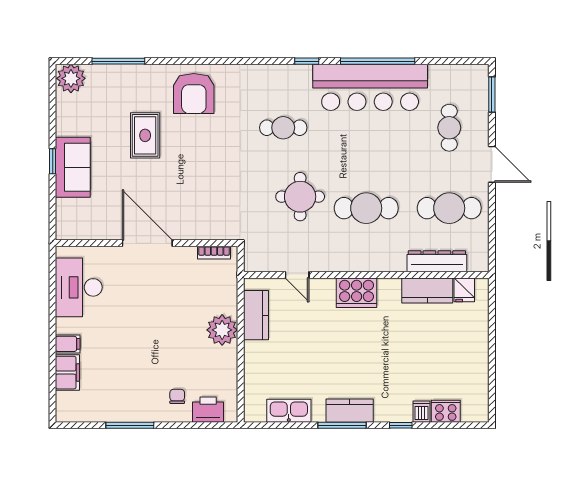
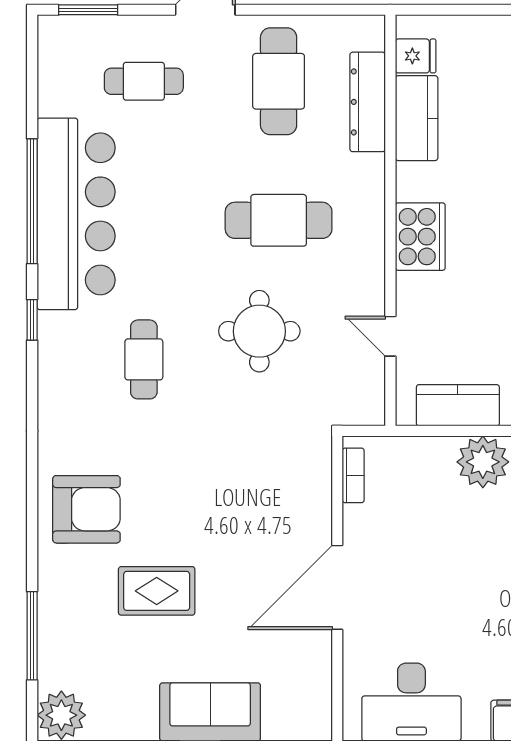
cafe table: (366, 208) -> (279, 220), turned 90
door: (297, 275) -> (390, 336), swing flipped

